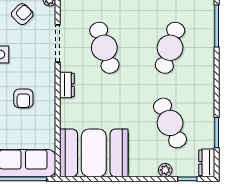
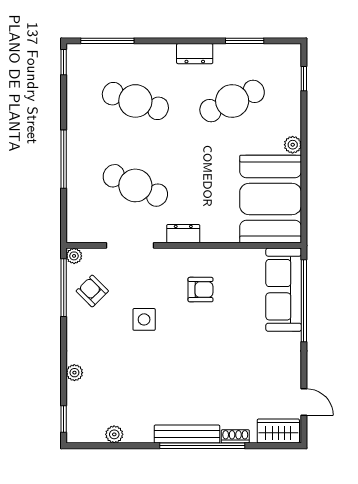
cafe table: (104, 48) -> (135, 185), turned 42
dresser: (207, 163) -> (195, 54), moved
plant: (165, 170) -> (293, 145), moved

